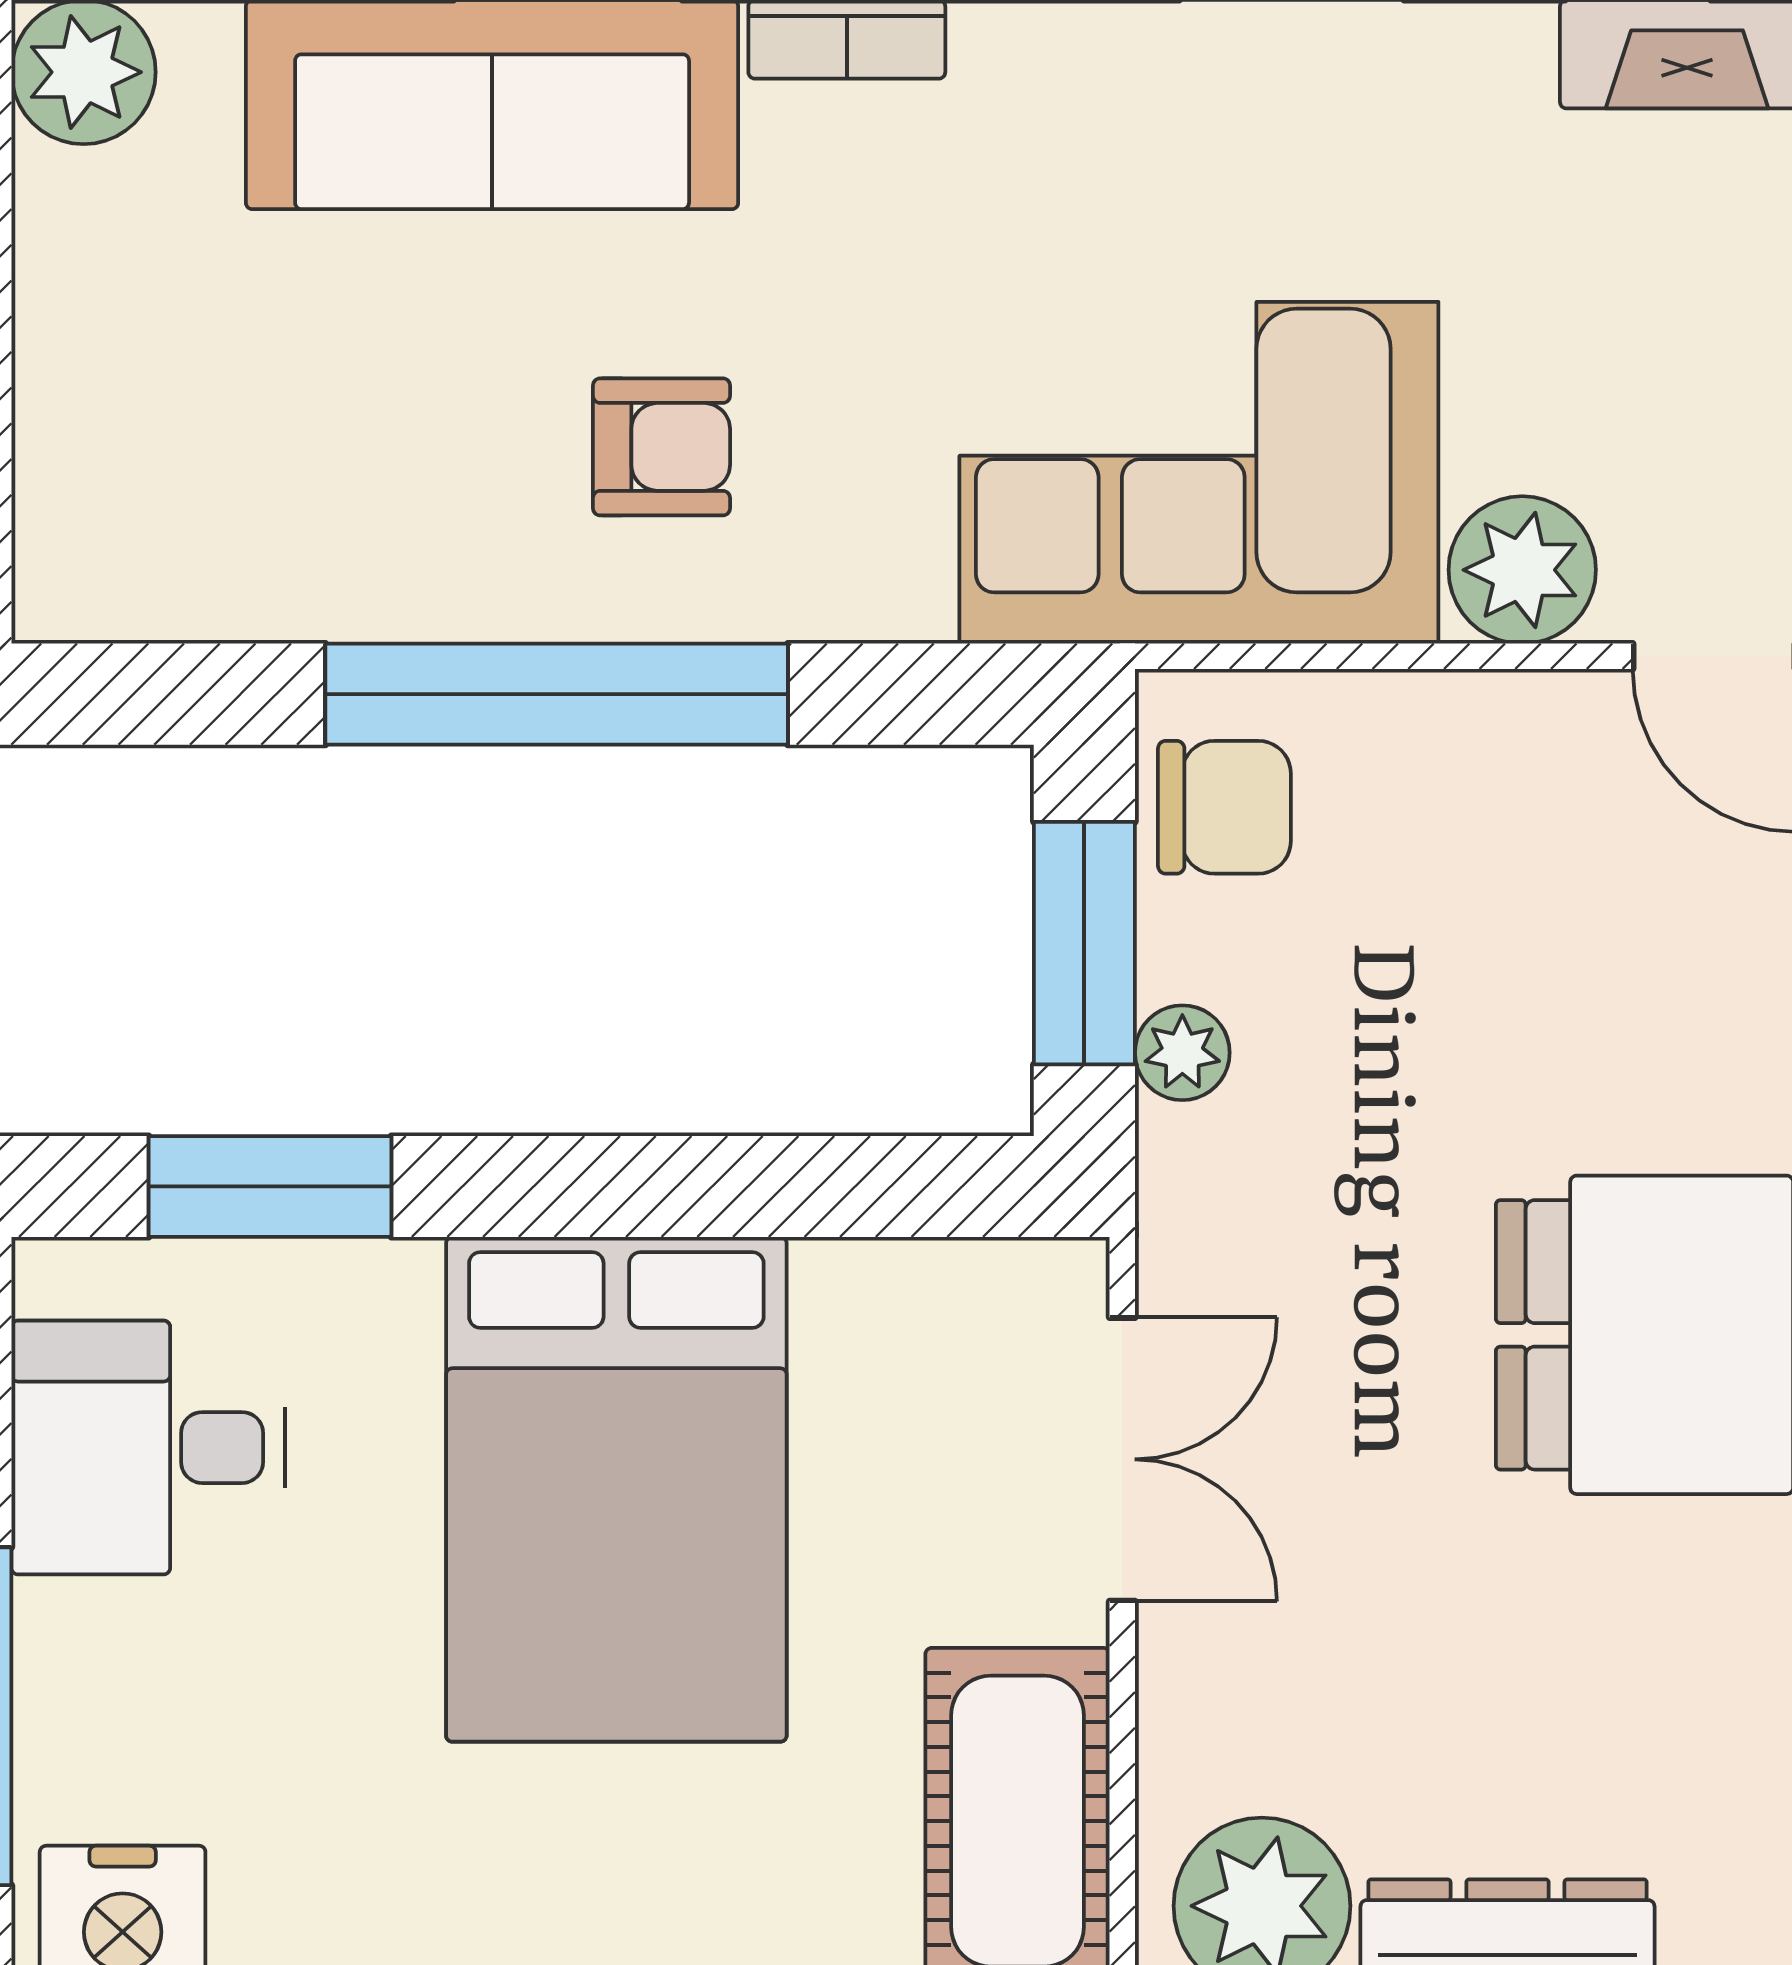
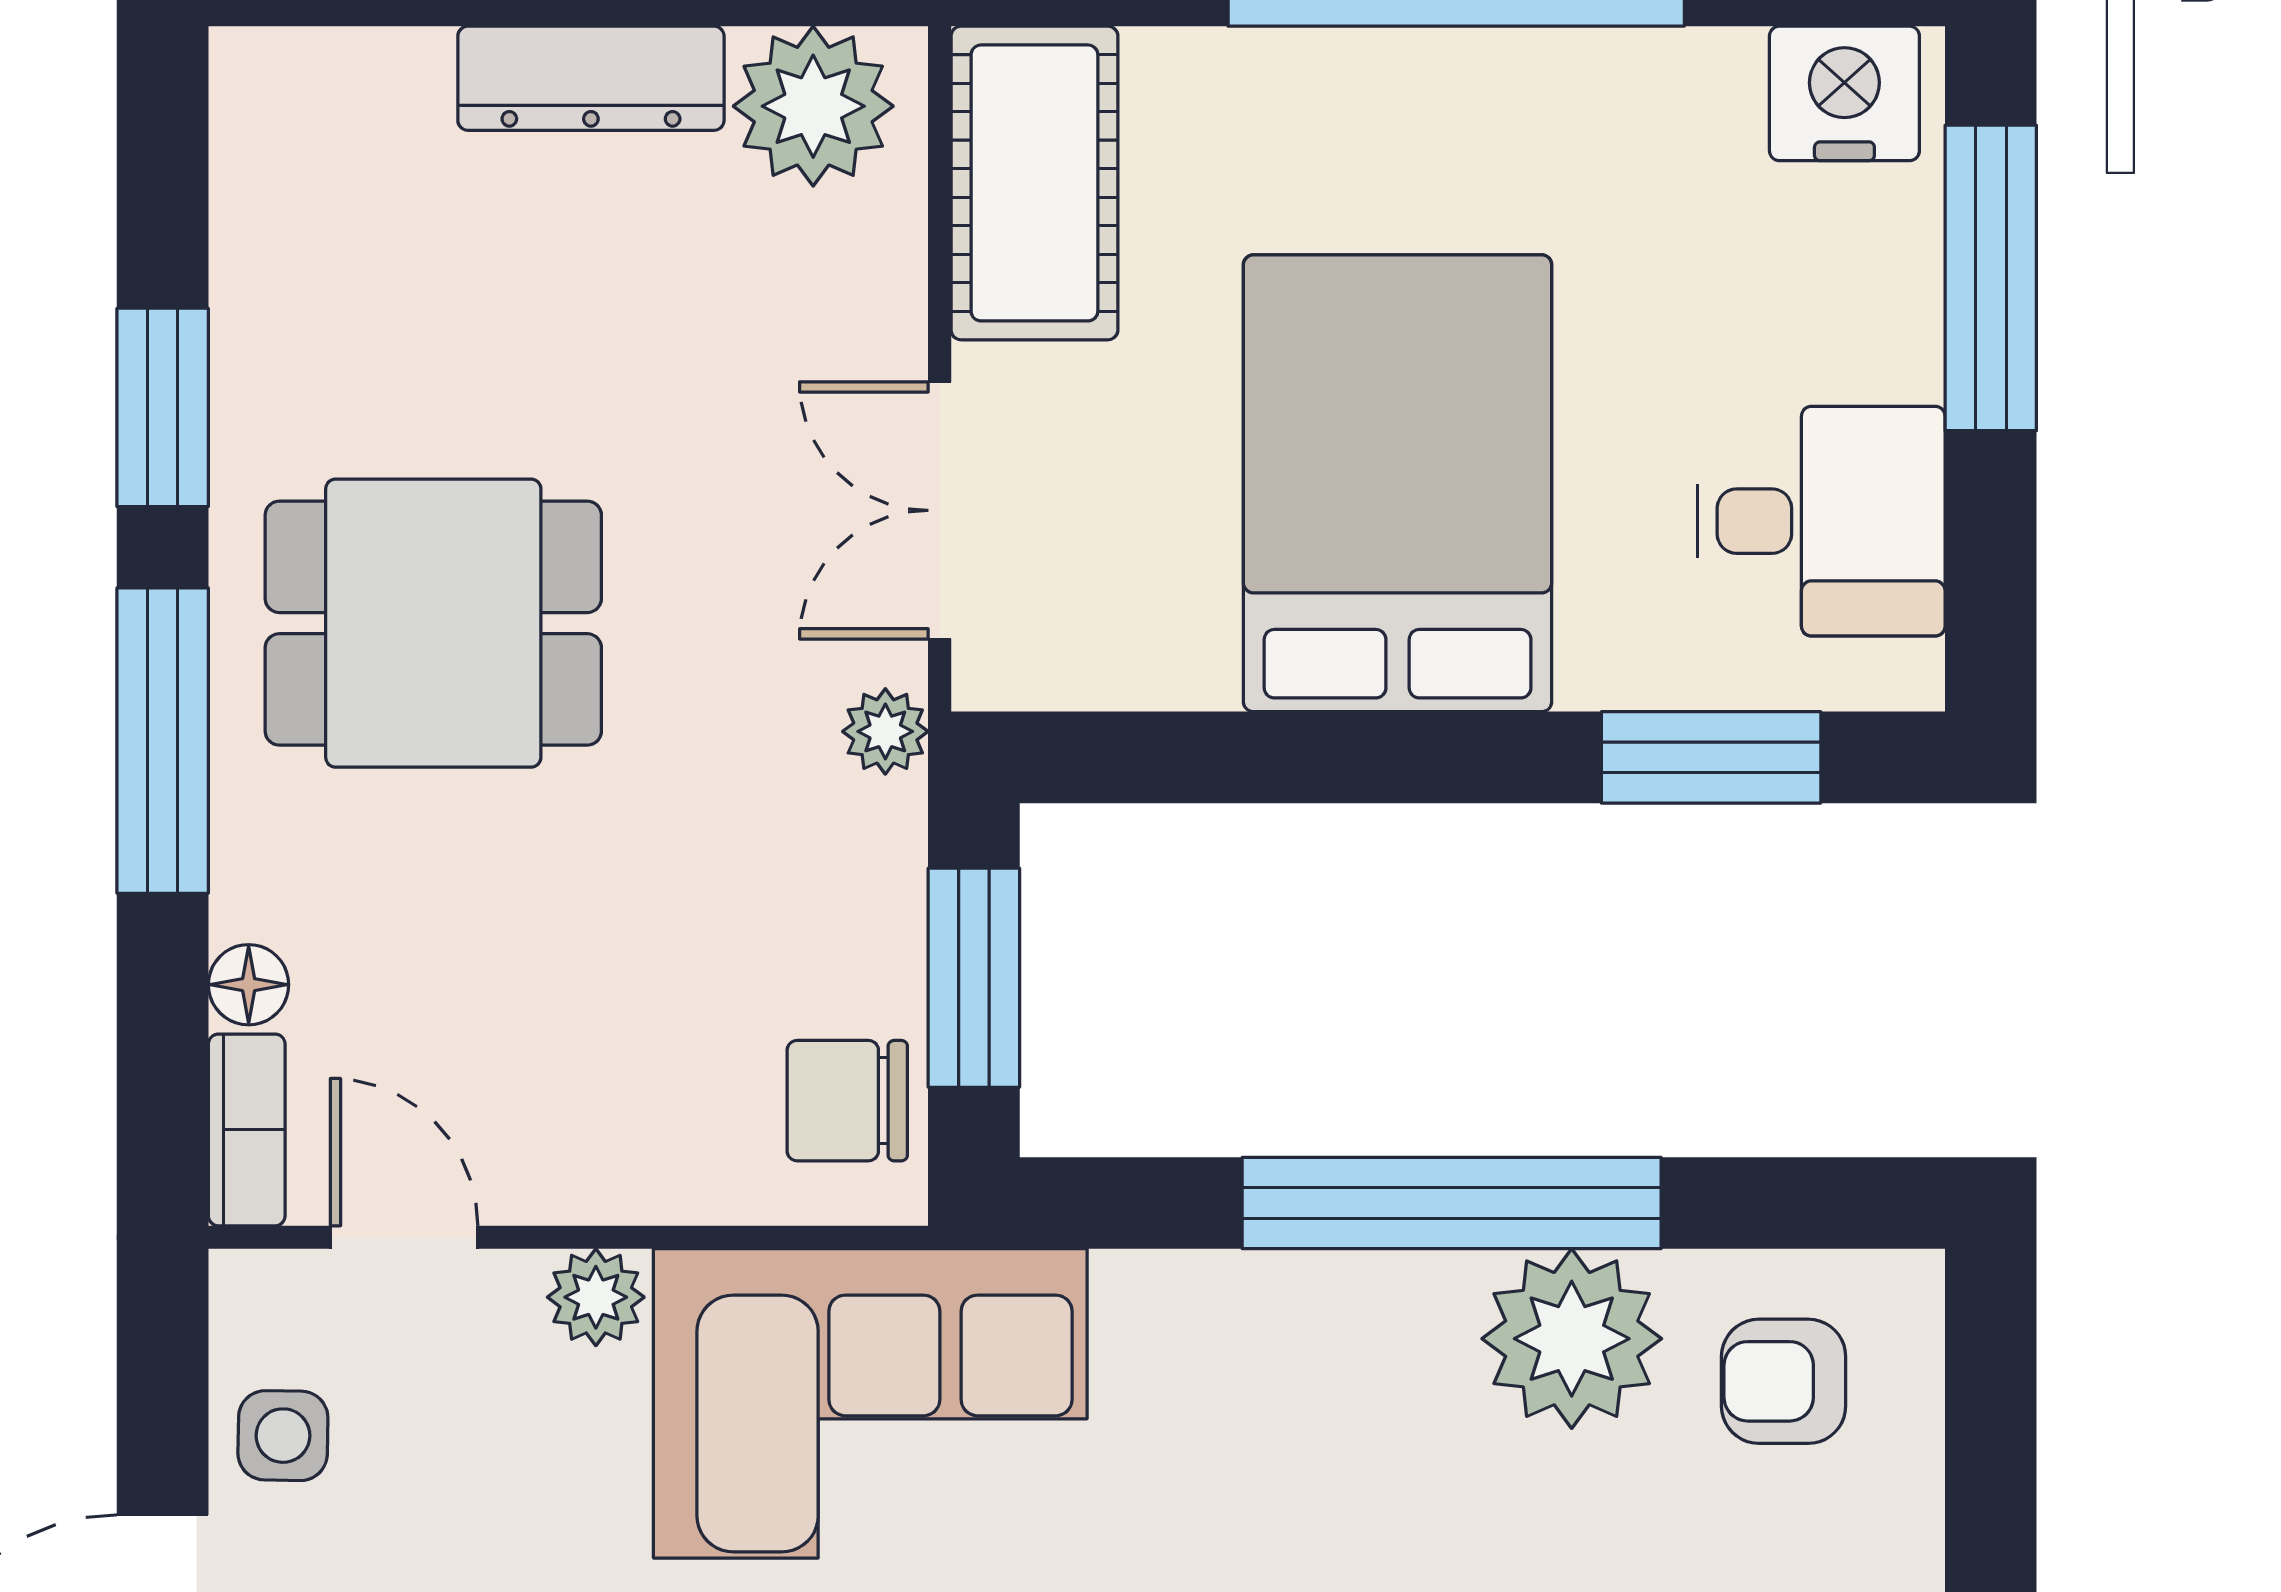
armchair: (661, 447) -> (1784, 1381), moved
plant: (424, 544) -> (1572, 1339), added
plant: (1522, 570) -> (596, 1297), width x0.73, depth x0.73
plant: (1182, 1053) -> (885, 731), moved

